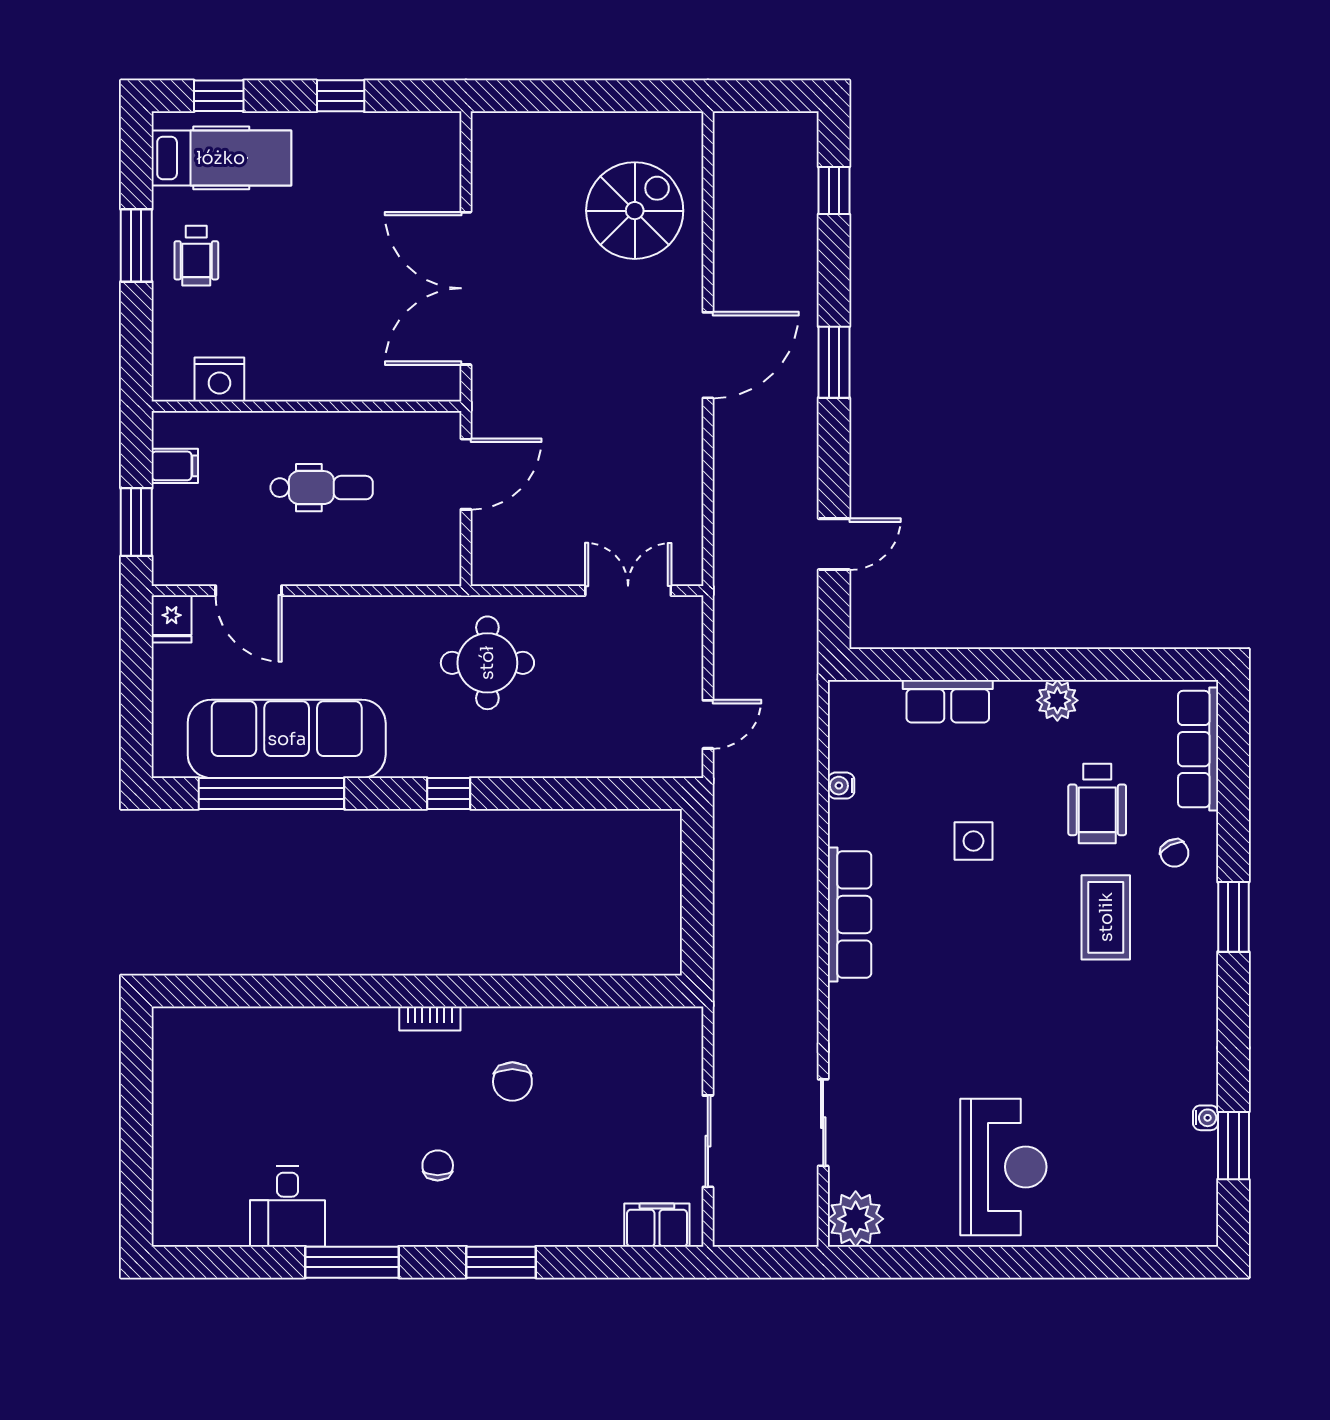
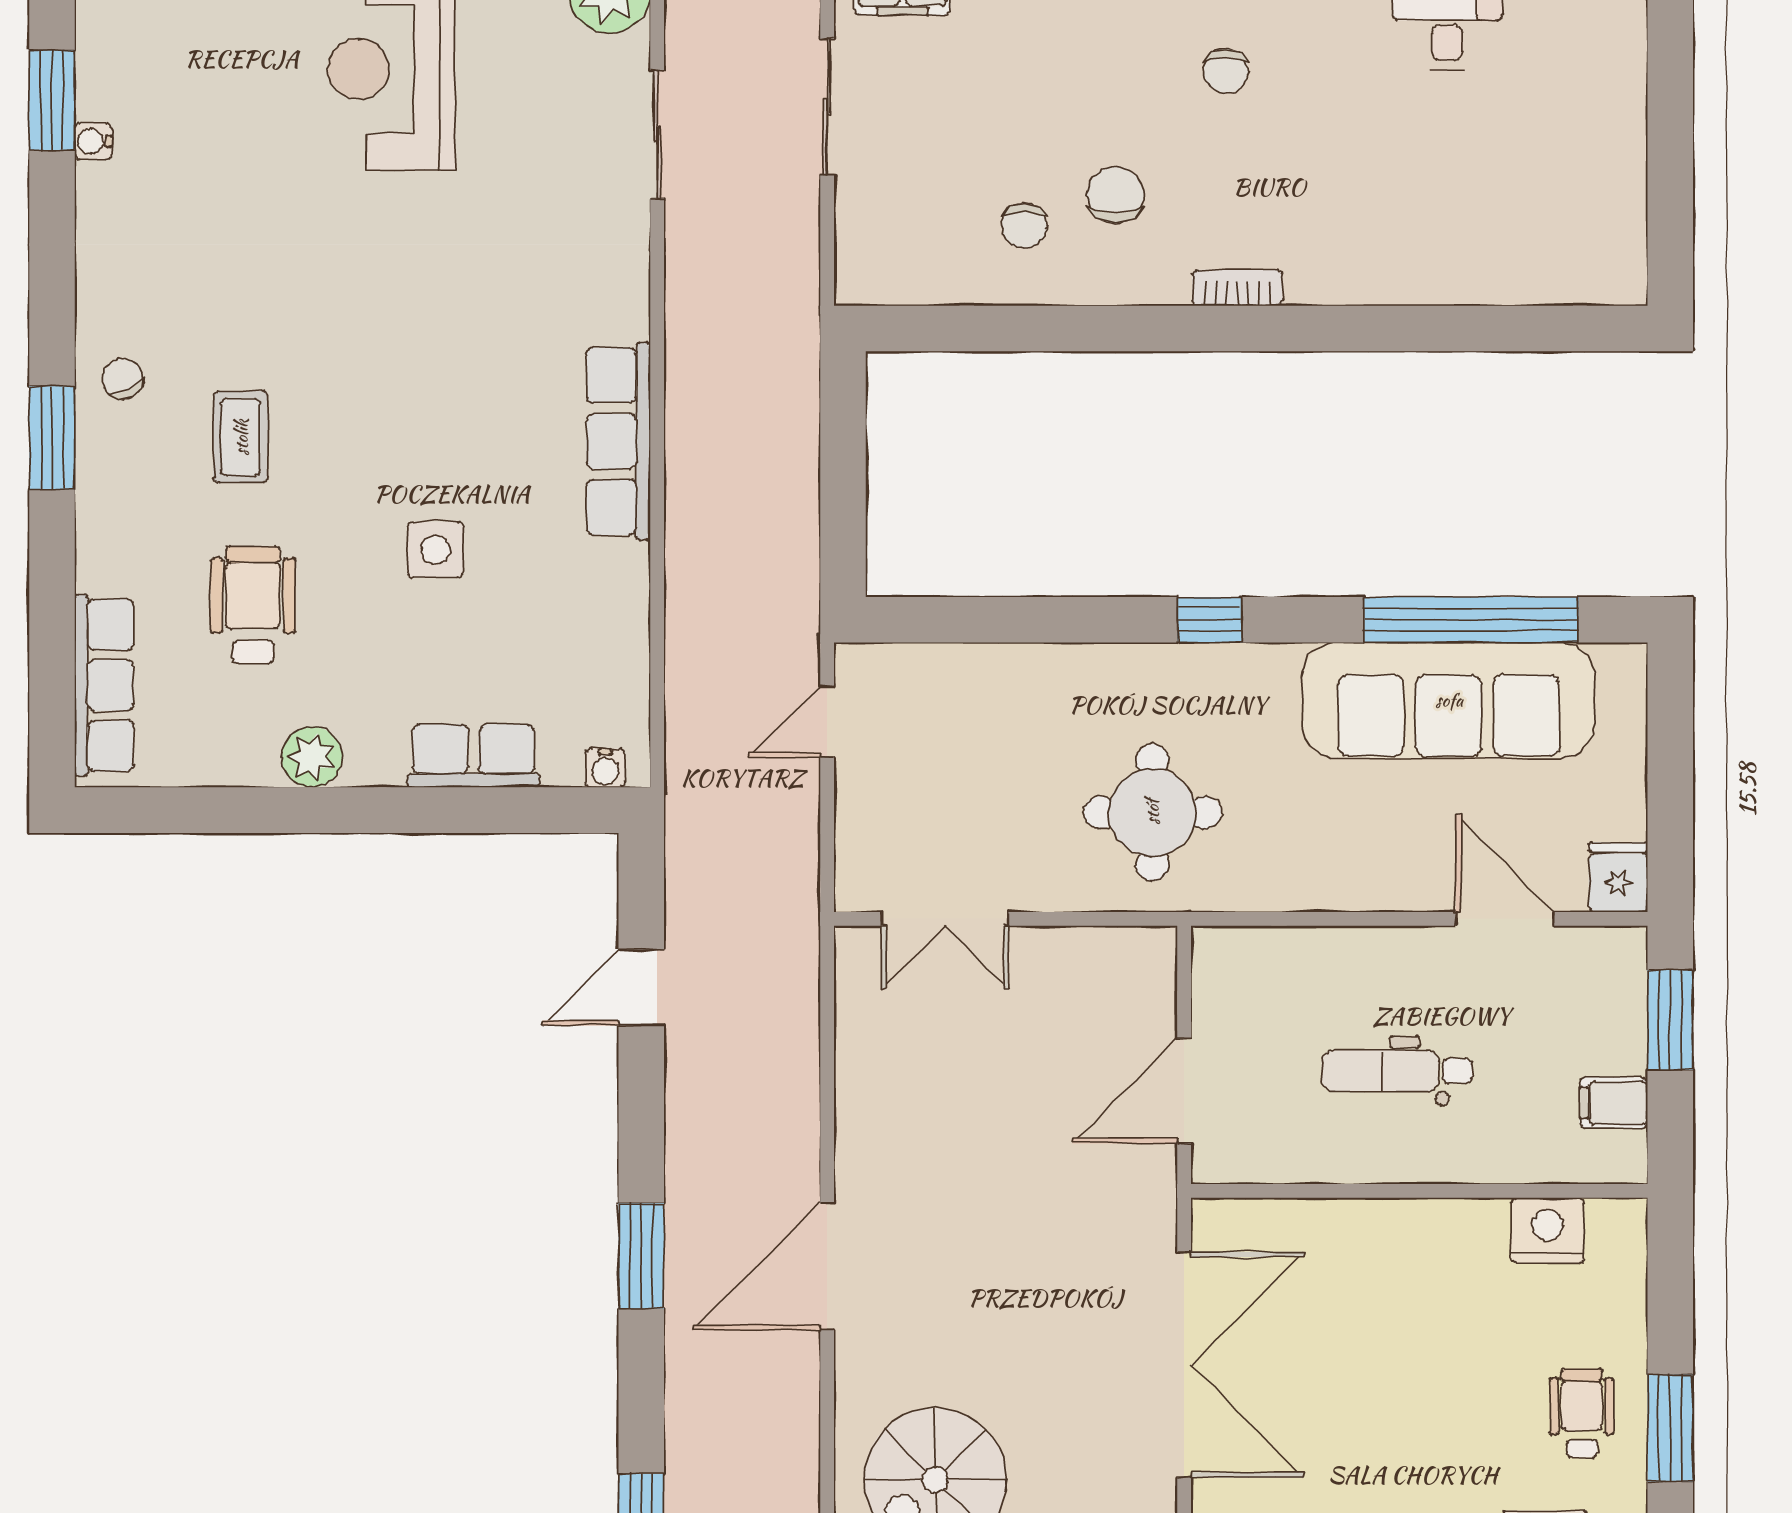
water cooler: (841, 786) -> (605, 768), moved, turned 90
chair: (1174, 853) -> (123, 379), moved
coffee table: (1106, 917) -> (241, 437), width x0.73, depth x0.77
chair: (574, 1061) -> (1024, 226), added

